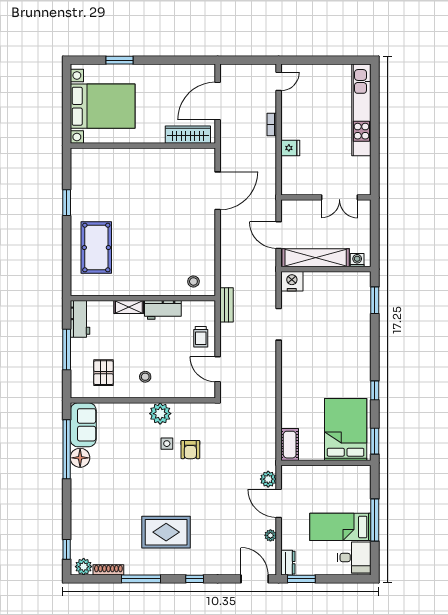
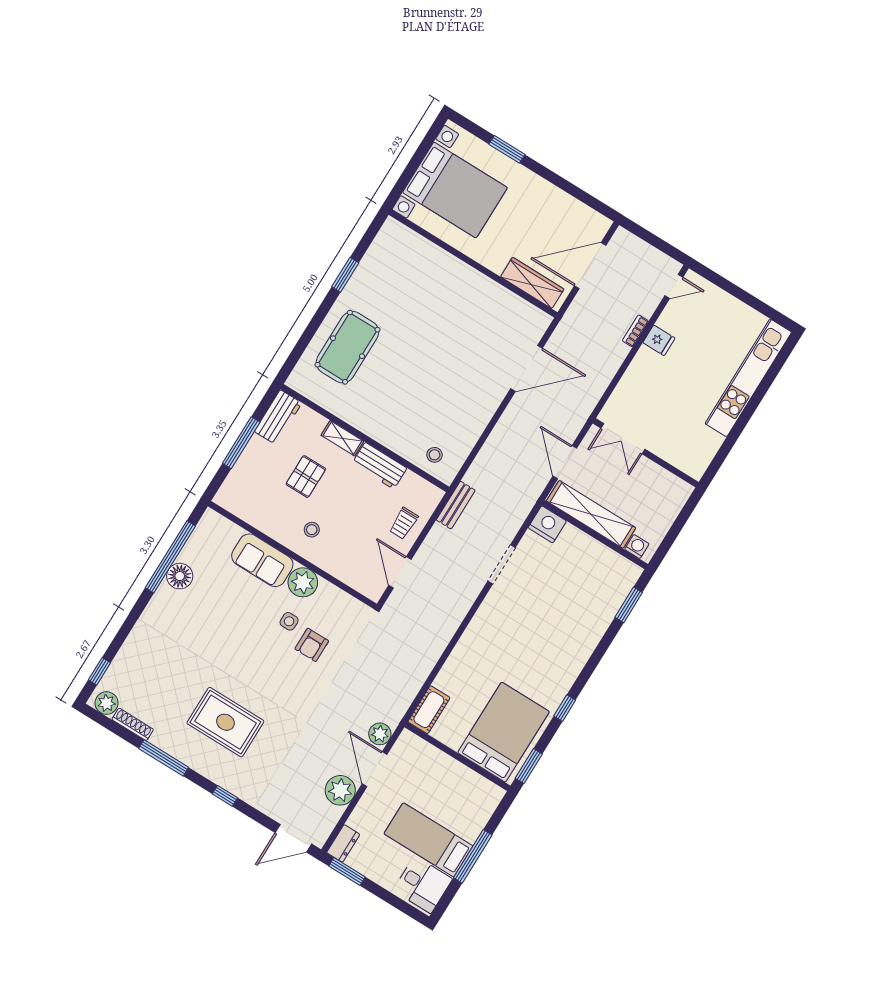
fridge: (290, 148) -> (659, 340), moved
double door: (339, 197) -> (623, 439), moved
pallet: (104, 373) -> (306, 476), moved
sofa: (83, 425) -> (262, 560), moved, turned 90
plant: (270, 535) -> (340, 790), width x1.88, depth x1.88
door: (255, 579) -> (293, 838), swing flipped

